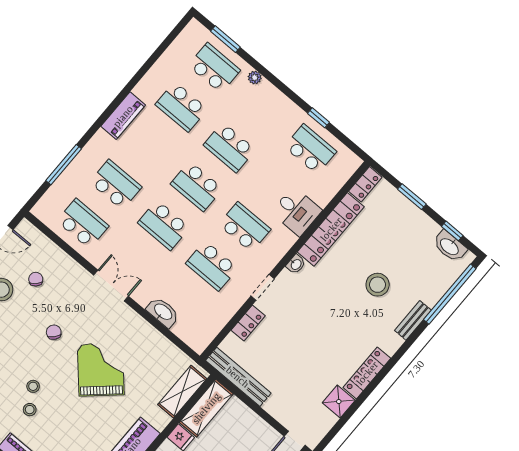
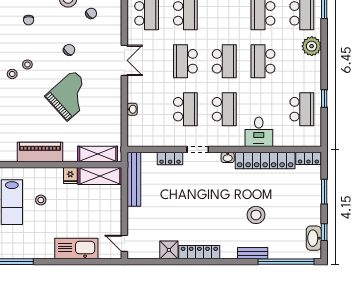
plant: (255, 78) -> (312, 46), width x1.87, depth x1.87
school desk: (197, 186) -> (224, 61), turned 180
school desk: (212, 266) -> (185, 109), turned 180
washbasin: (163, 312) -> (132, 109), width x0.52, depth x0.69

